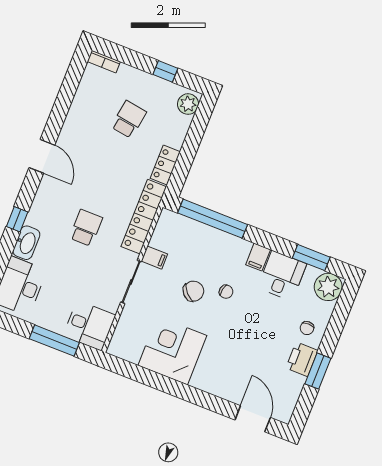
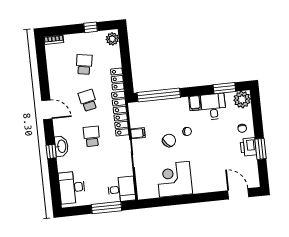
school desk: (107, 174) -> (88, 100), added
washbasin: (26, 243) -> (61, 146), moved

